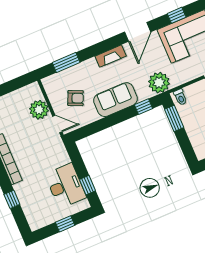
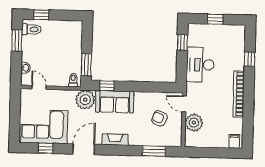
sofa: (115, 100) -> (115, 102), moved
desk: (66, 186) -> (200, 65), moved

